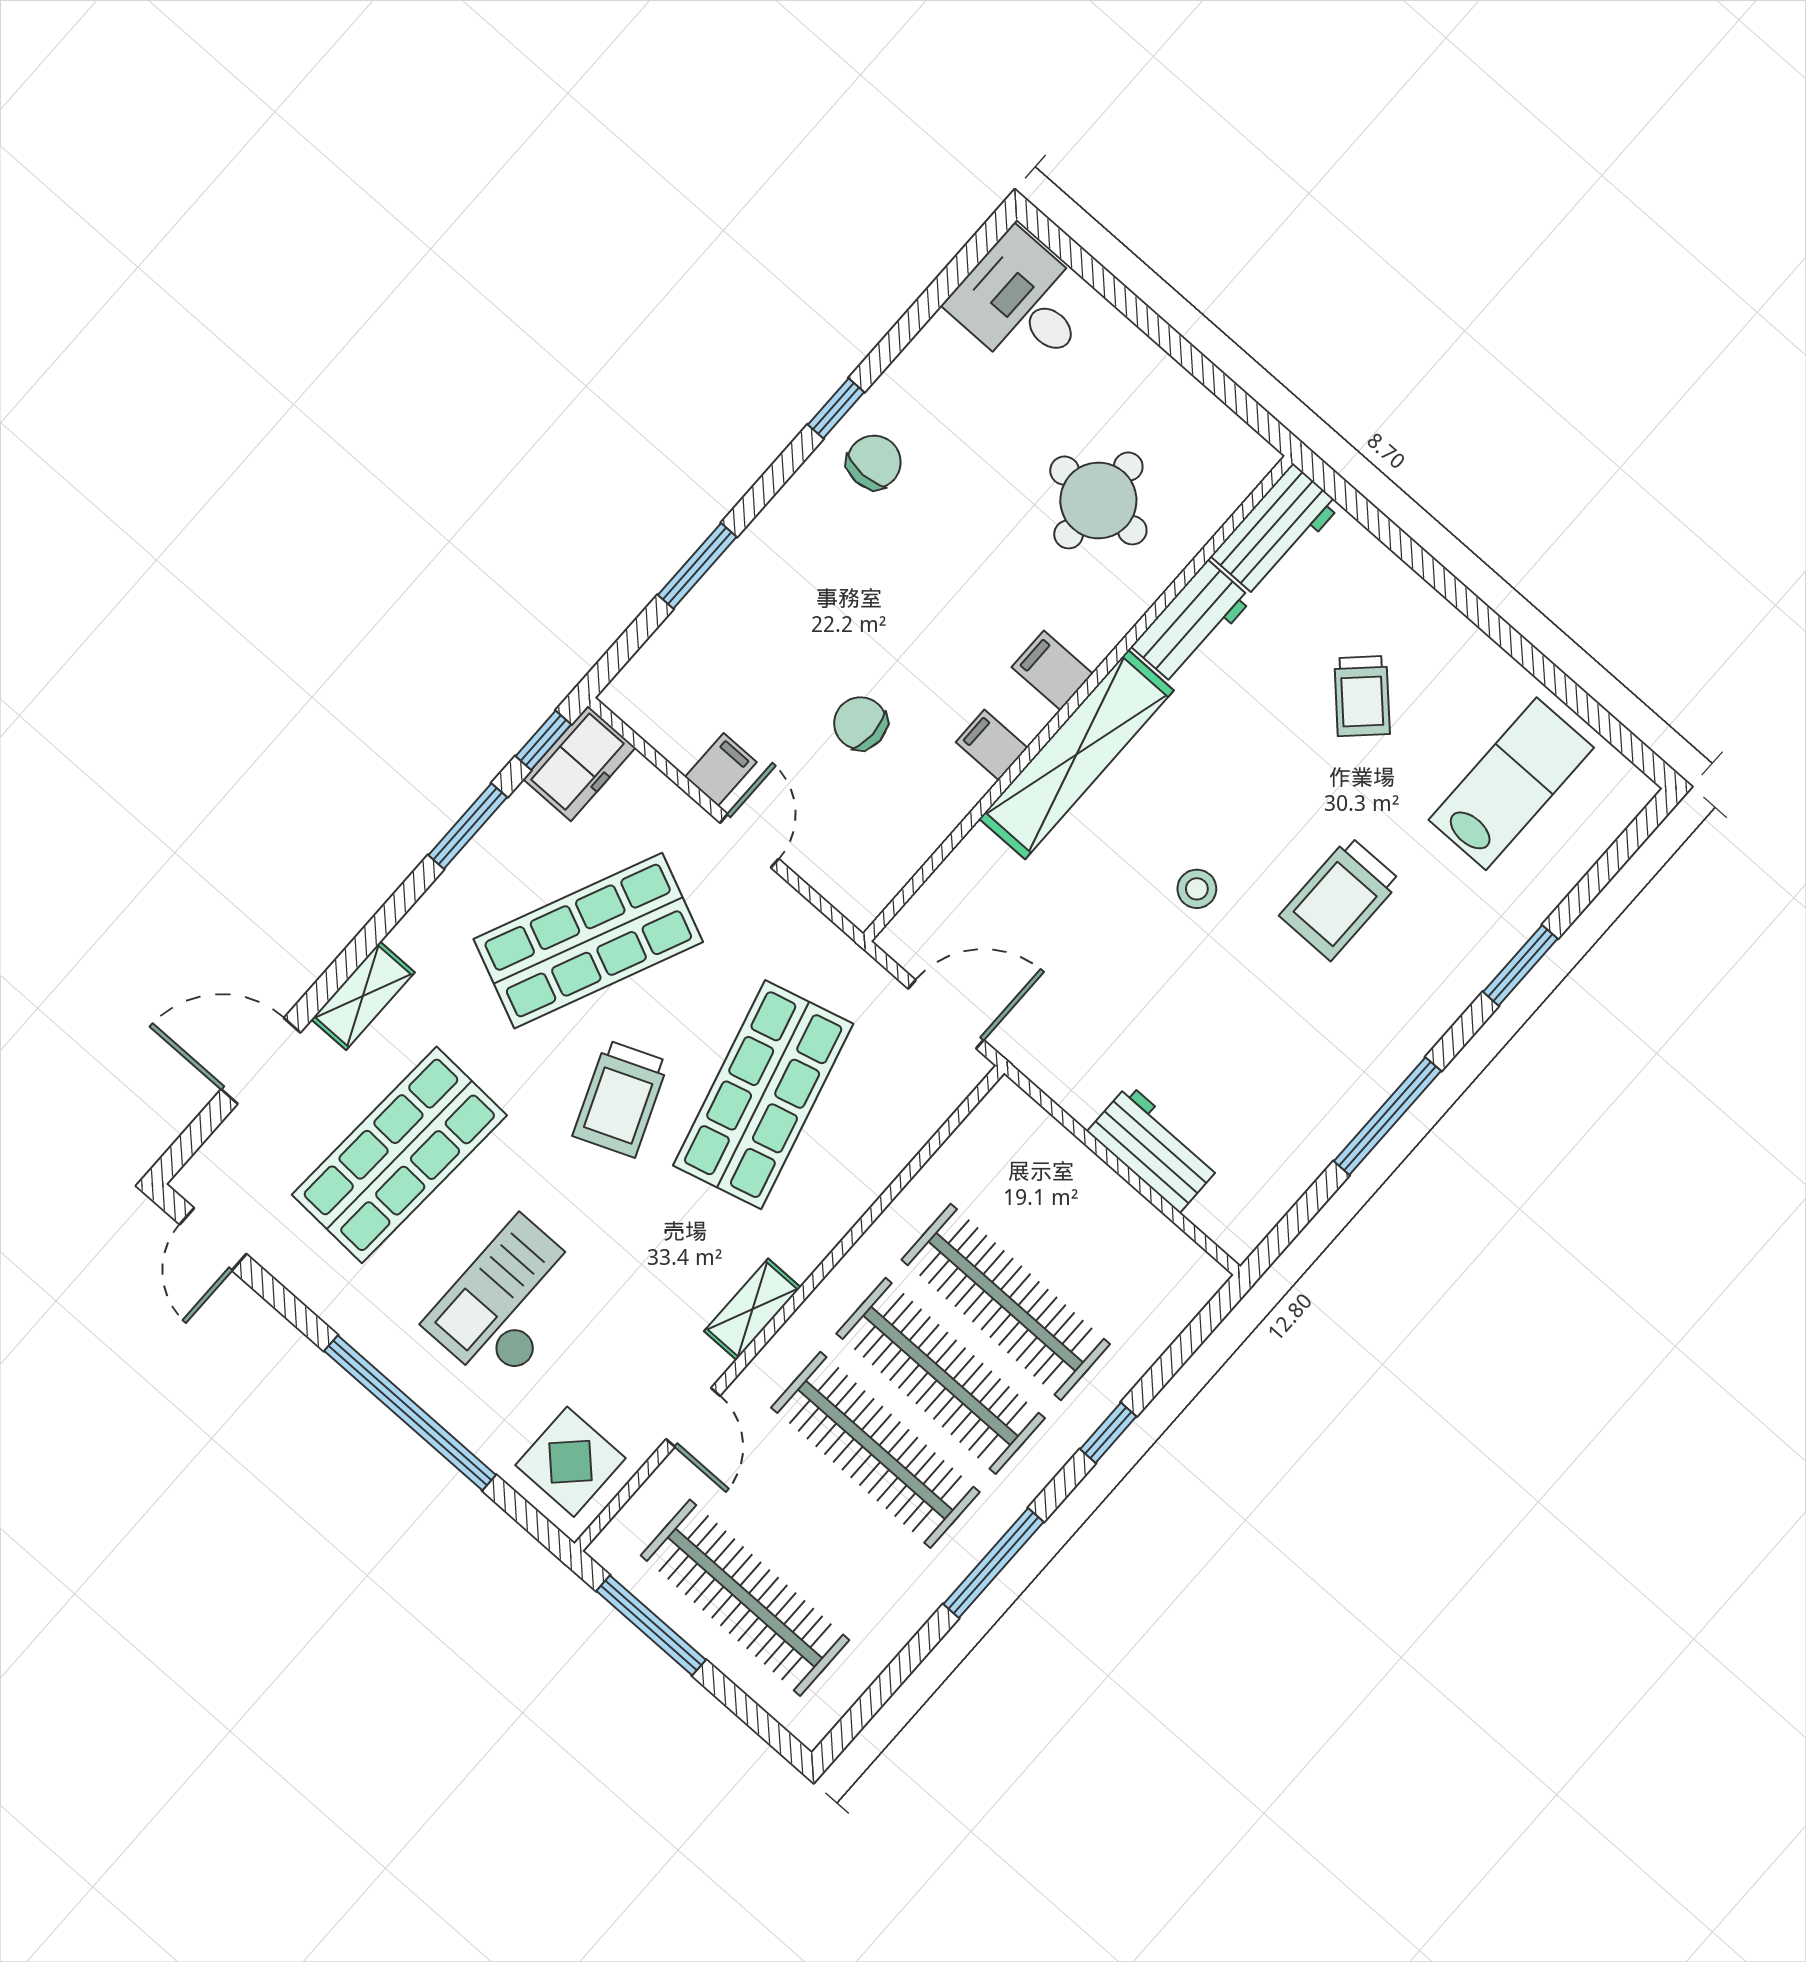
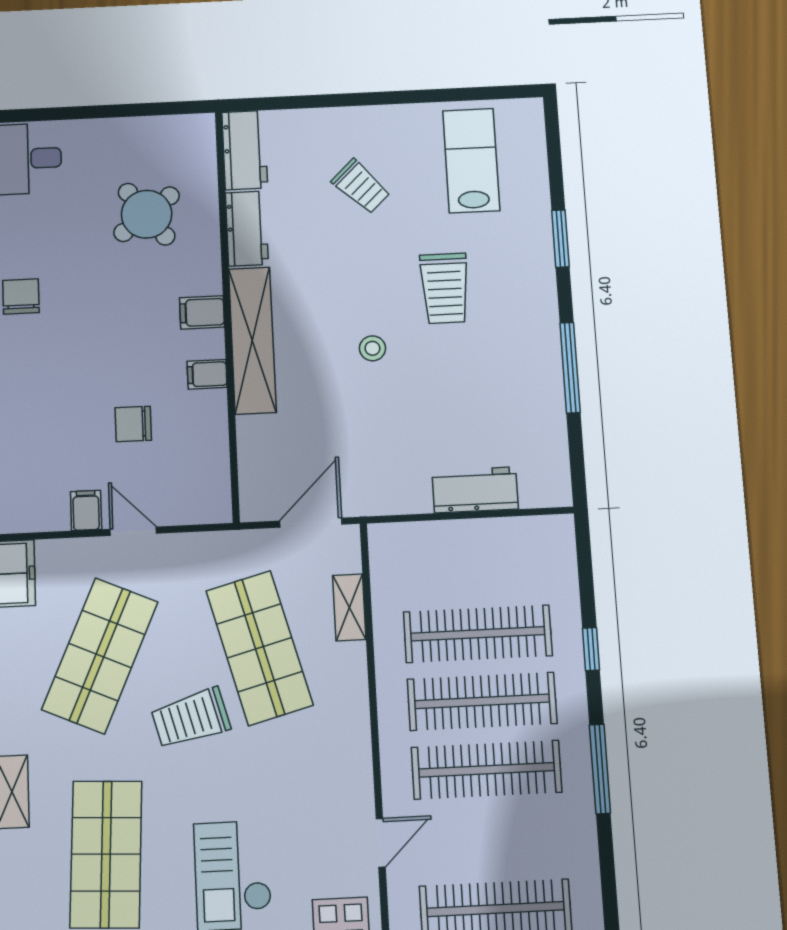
round table: (1098, 500) -> (147, 214), turned -37
trolley: (621, 1099) -> (191, 718), turned 97
shelving: (752, 1309) -> (349, 607), moved
door: (693, 1417) -> (381, 843), hinge flipped

